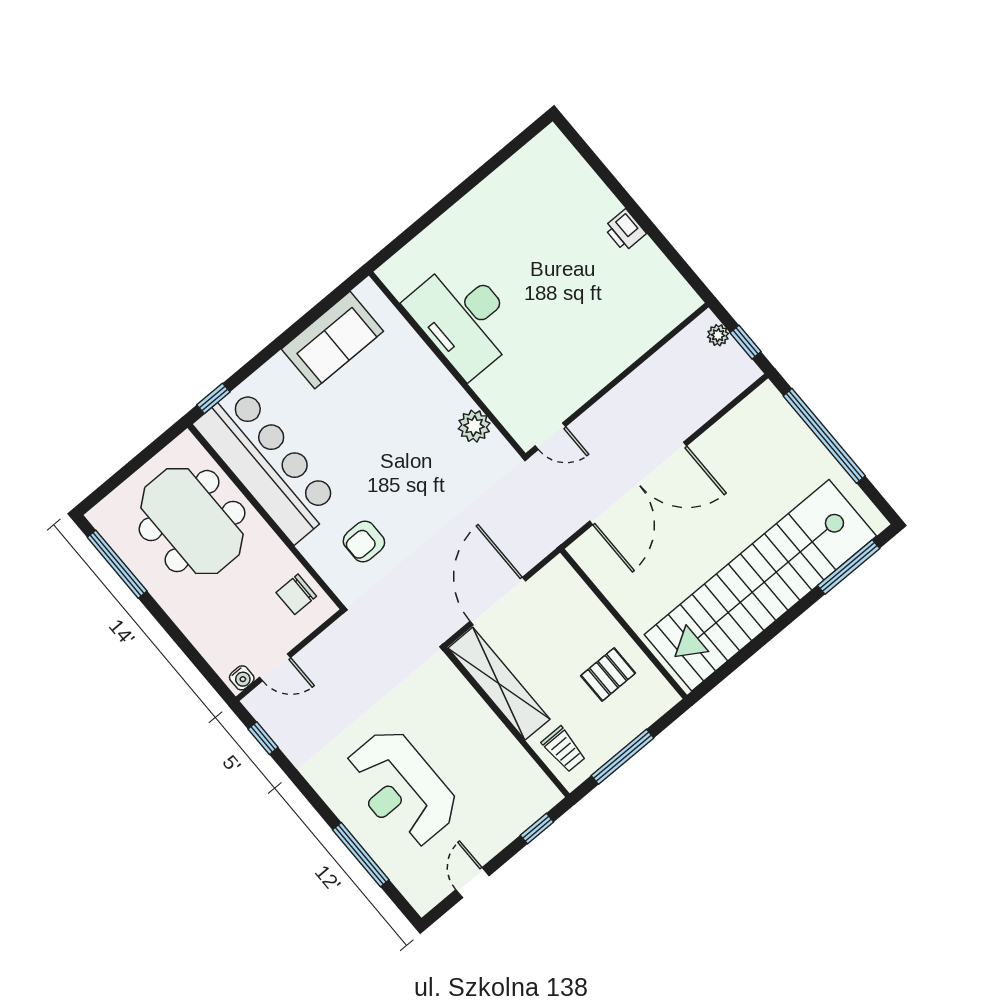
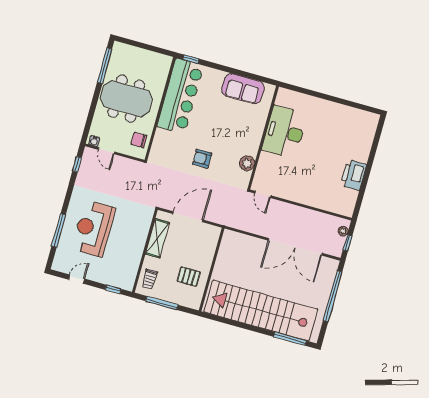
printer: (625, 230) -> (354, 175), width x1.87, depth x1.48
double door: (638, 483) -> (295, 247), moved
meeting table: (192, 521) -> (126, 99), moved, turned 90
armchair: (364, 542) -> (202, 159), moved
shelving: (499, 684) -> (157, 238), width x0.68

